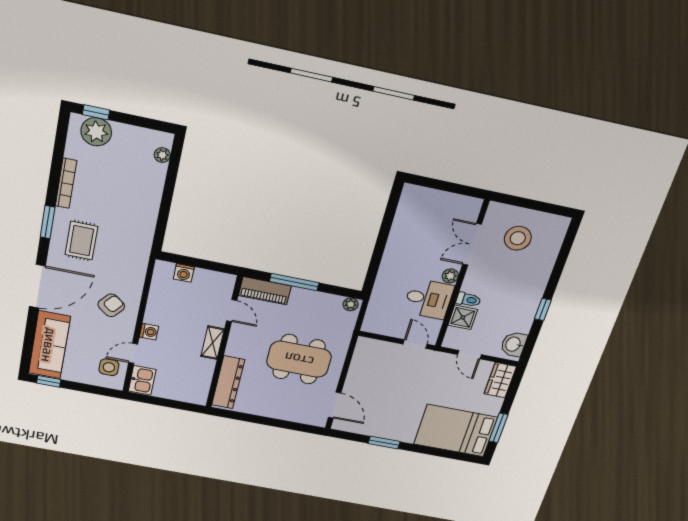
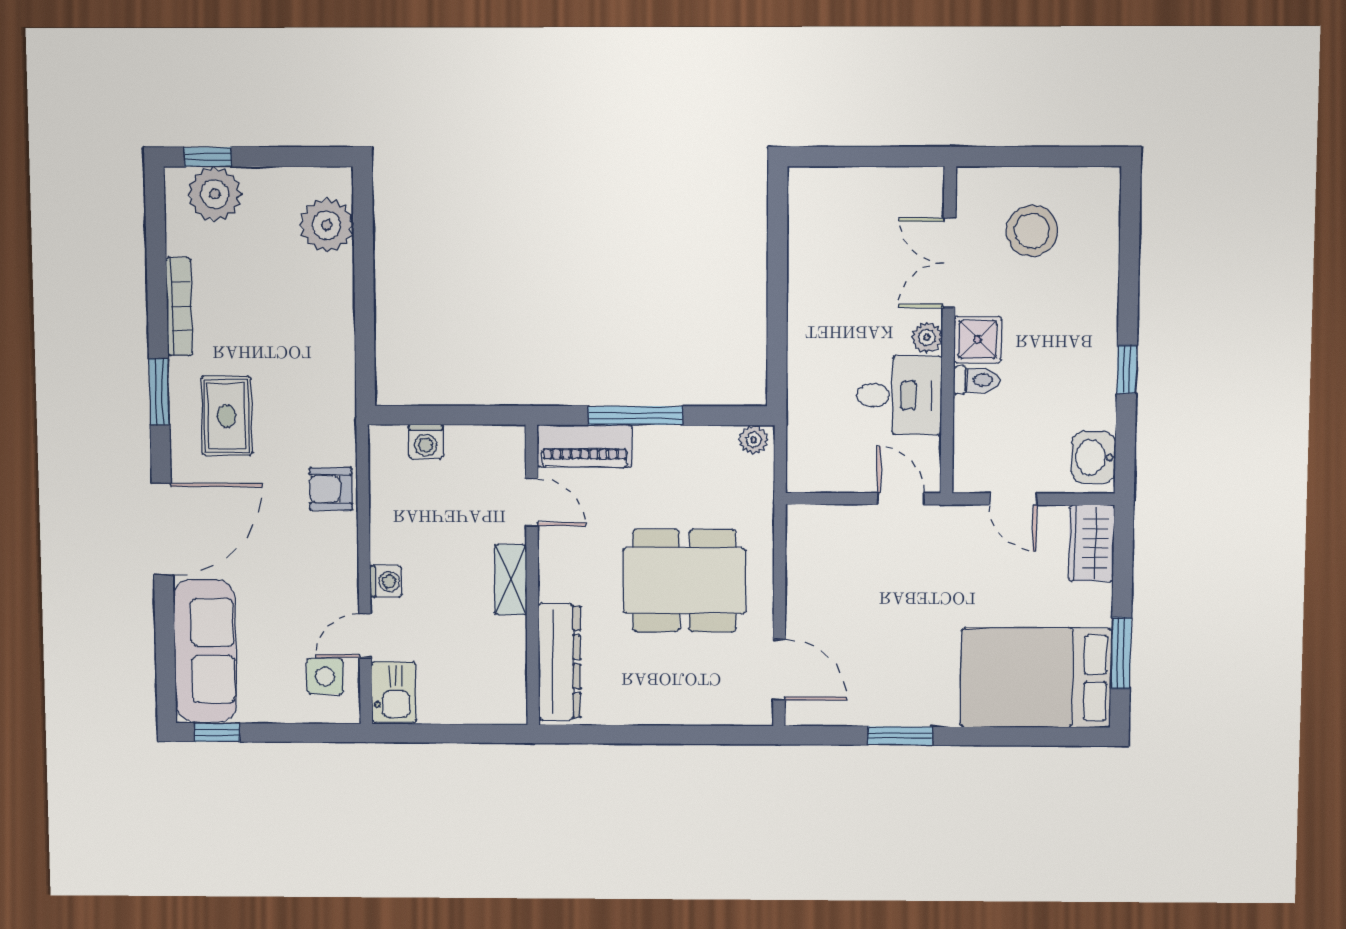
plant: (162, 155) -> (327, 225), width x1.87, depth x1.87
armchair: (111, 305) -> (331, 489), moved, turned -129
shower: (463, 317) -> (978, 339), moved

